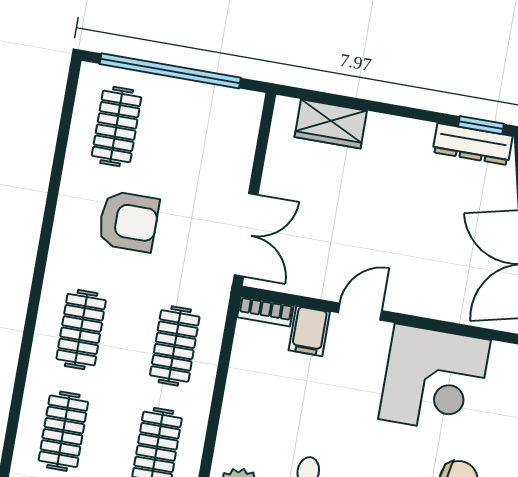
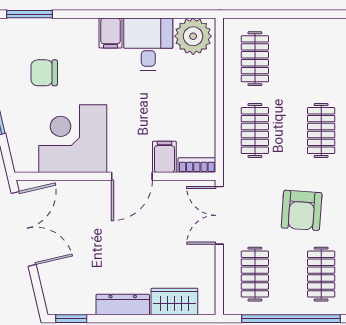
dresser: (473, 144) -> (123, 305), moved
armchair: (128, 221) -> (302, 210), turned -86
door: (360, 312) -> (132, 176), width x1.38
clothes rail: (63, 431) -> (255, 274), moved

